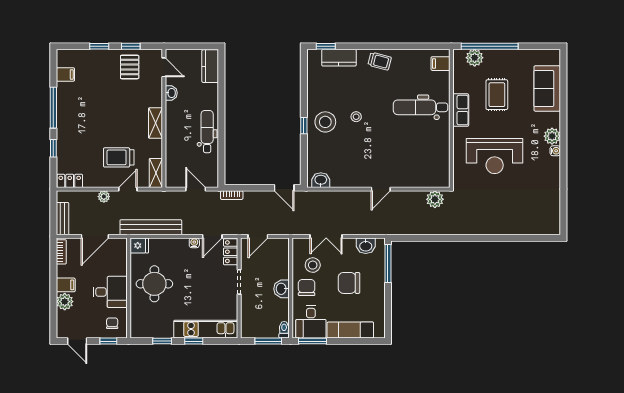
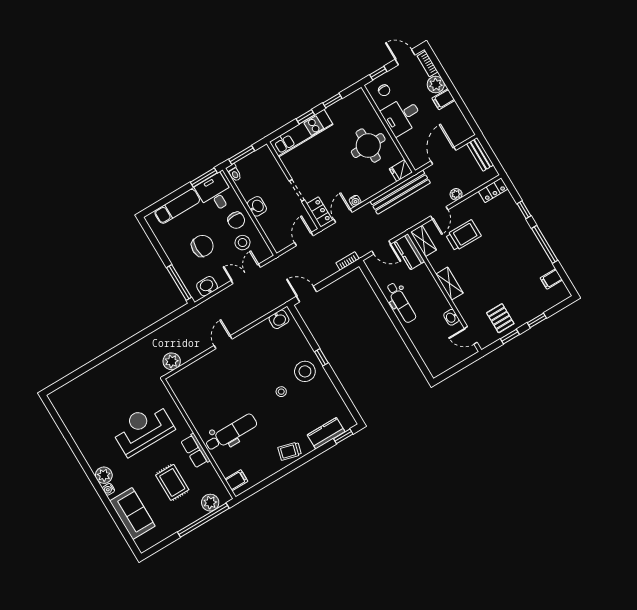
kitchen counter: (210, 66) -> (409, 252), moved, turned 180
water cooler: (555, 151) -> (109, 489), moved
bookcase: (61, 252) -> (427, 64), moved

